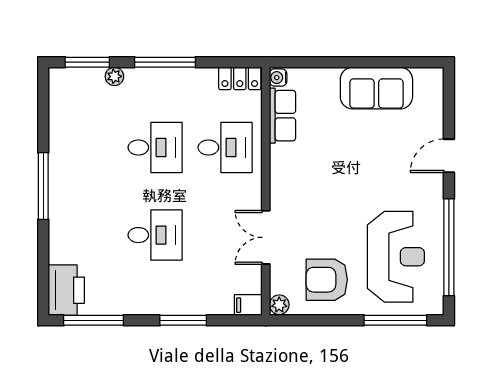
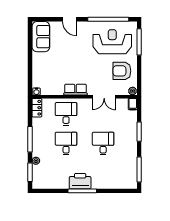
sofa: (376, 88) -> (41, 37), moved
row of seats: (283, 116) -> (75, 90), moved
armchair: (327, 280) -> (122, 71), turned 90
printer: (66, 290) -> (80, 181), moved

